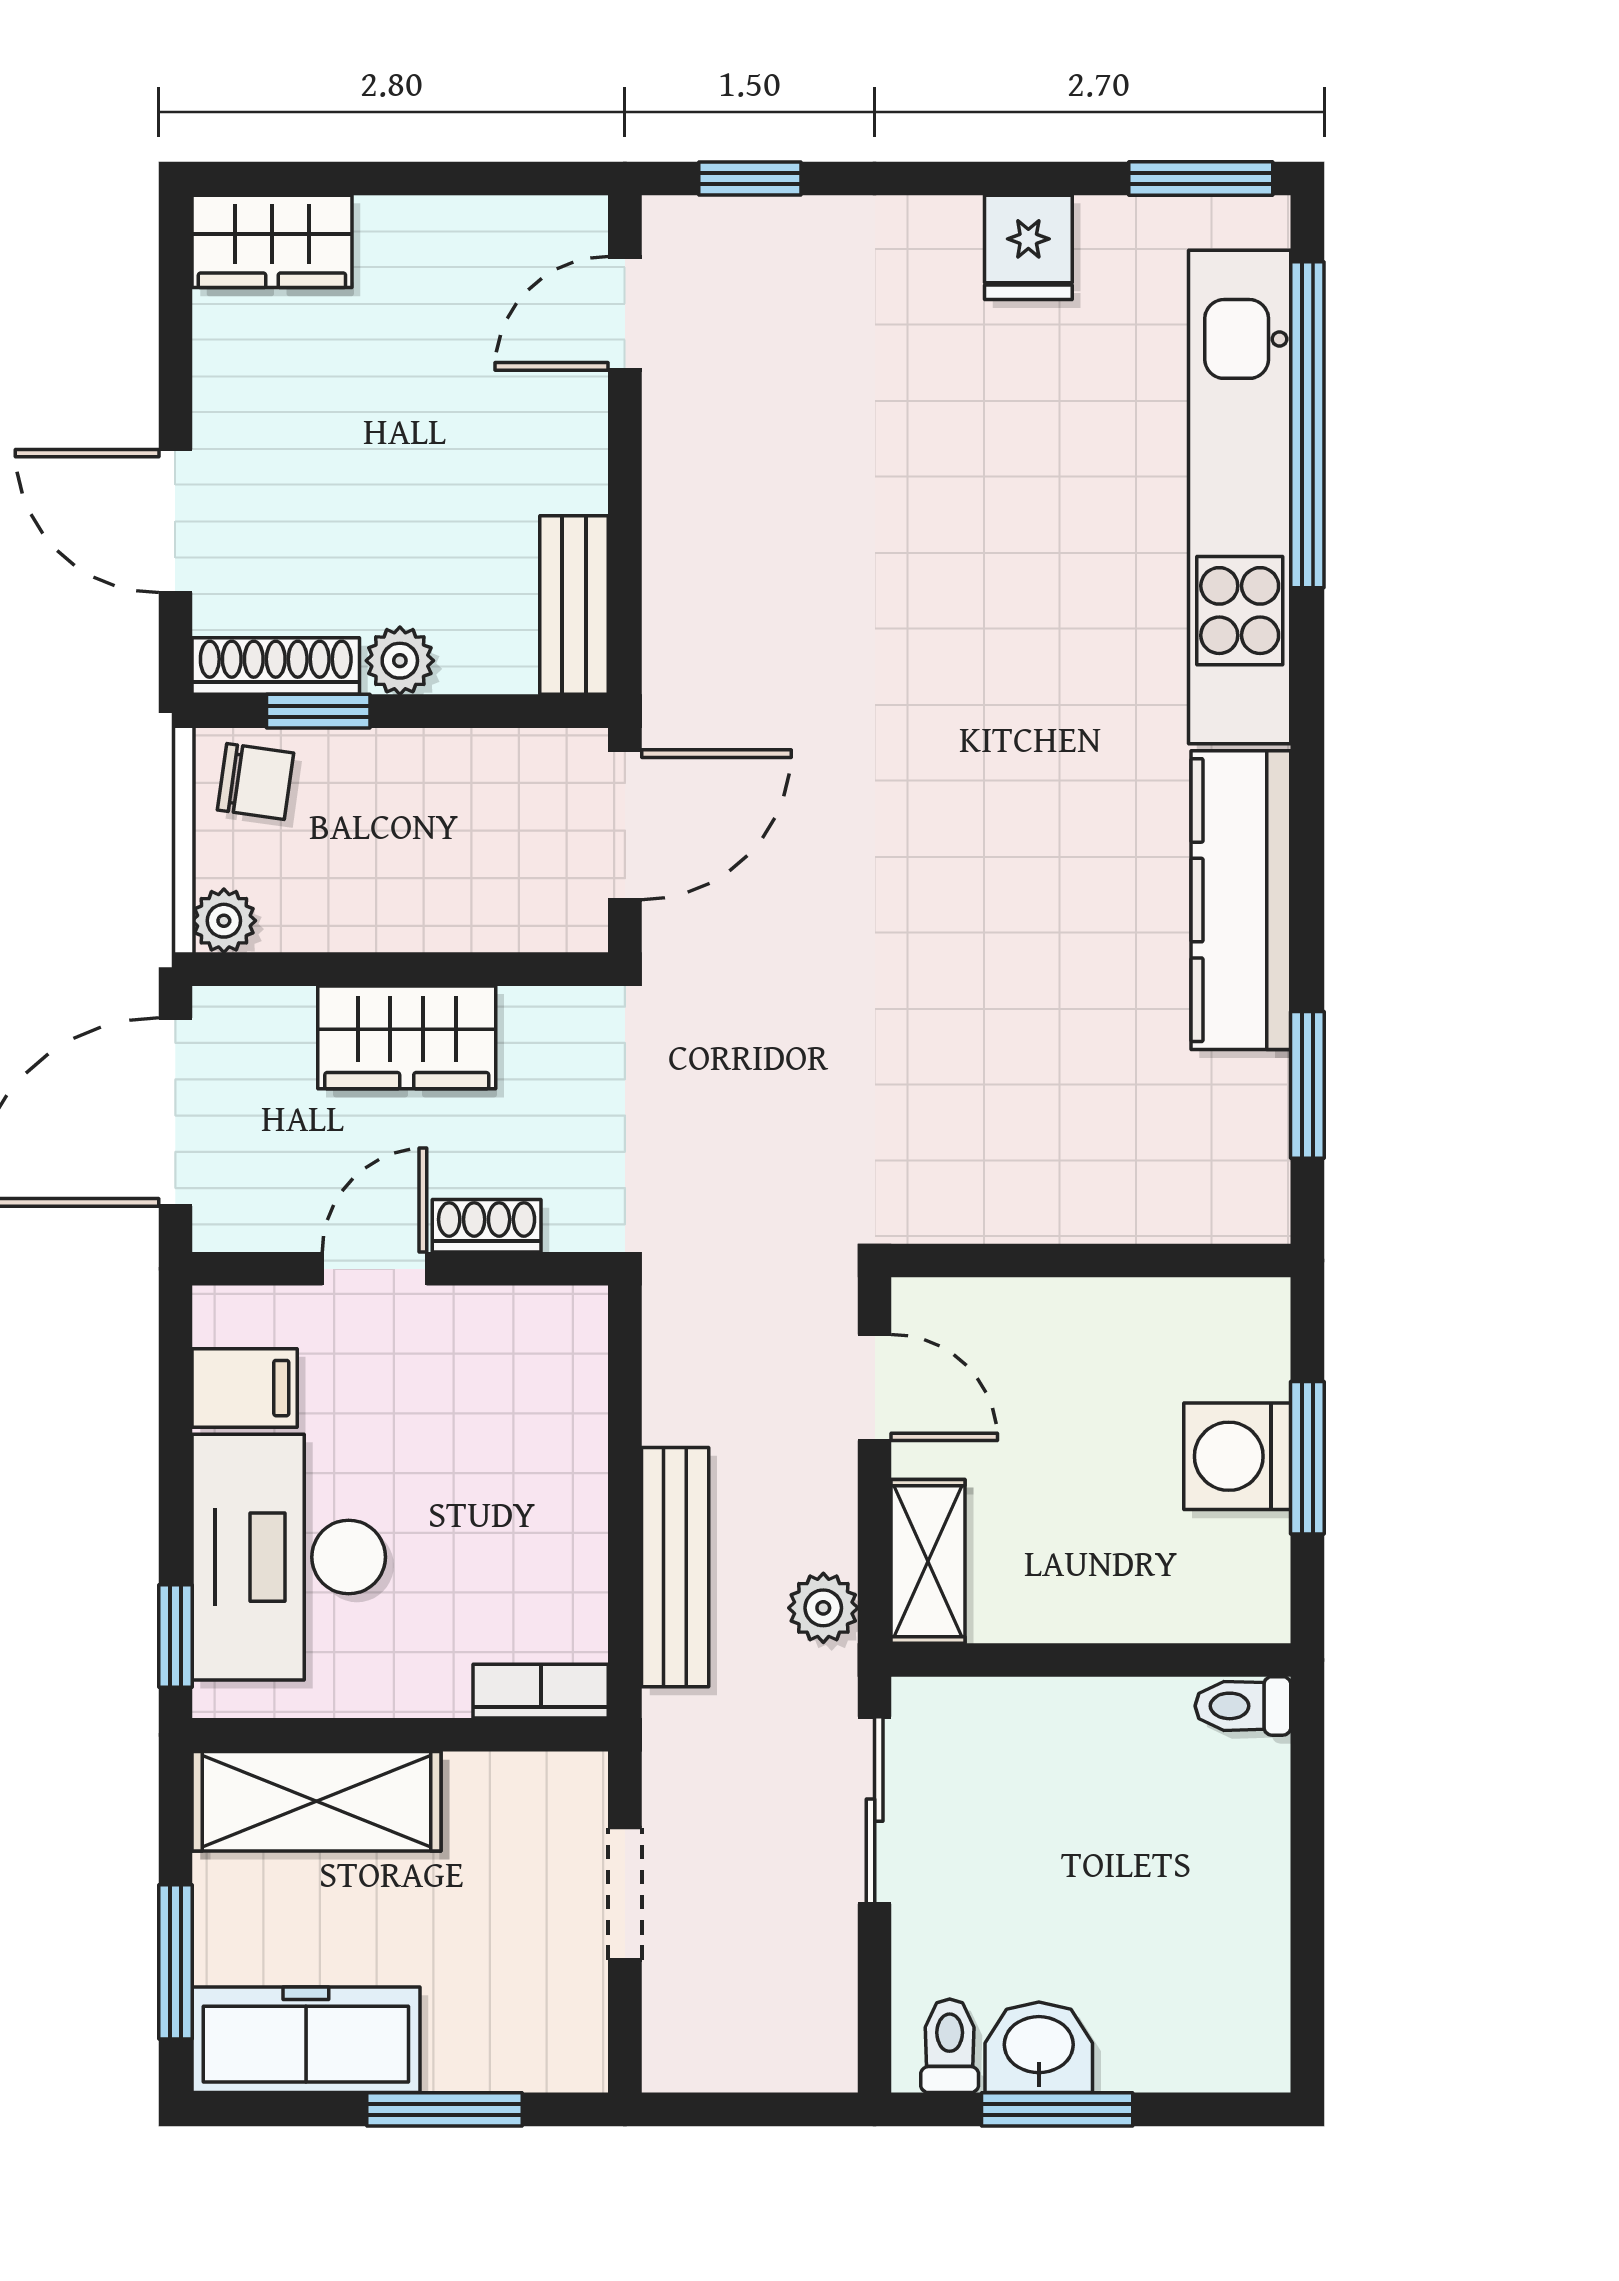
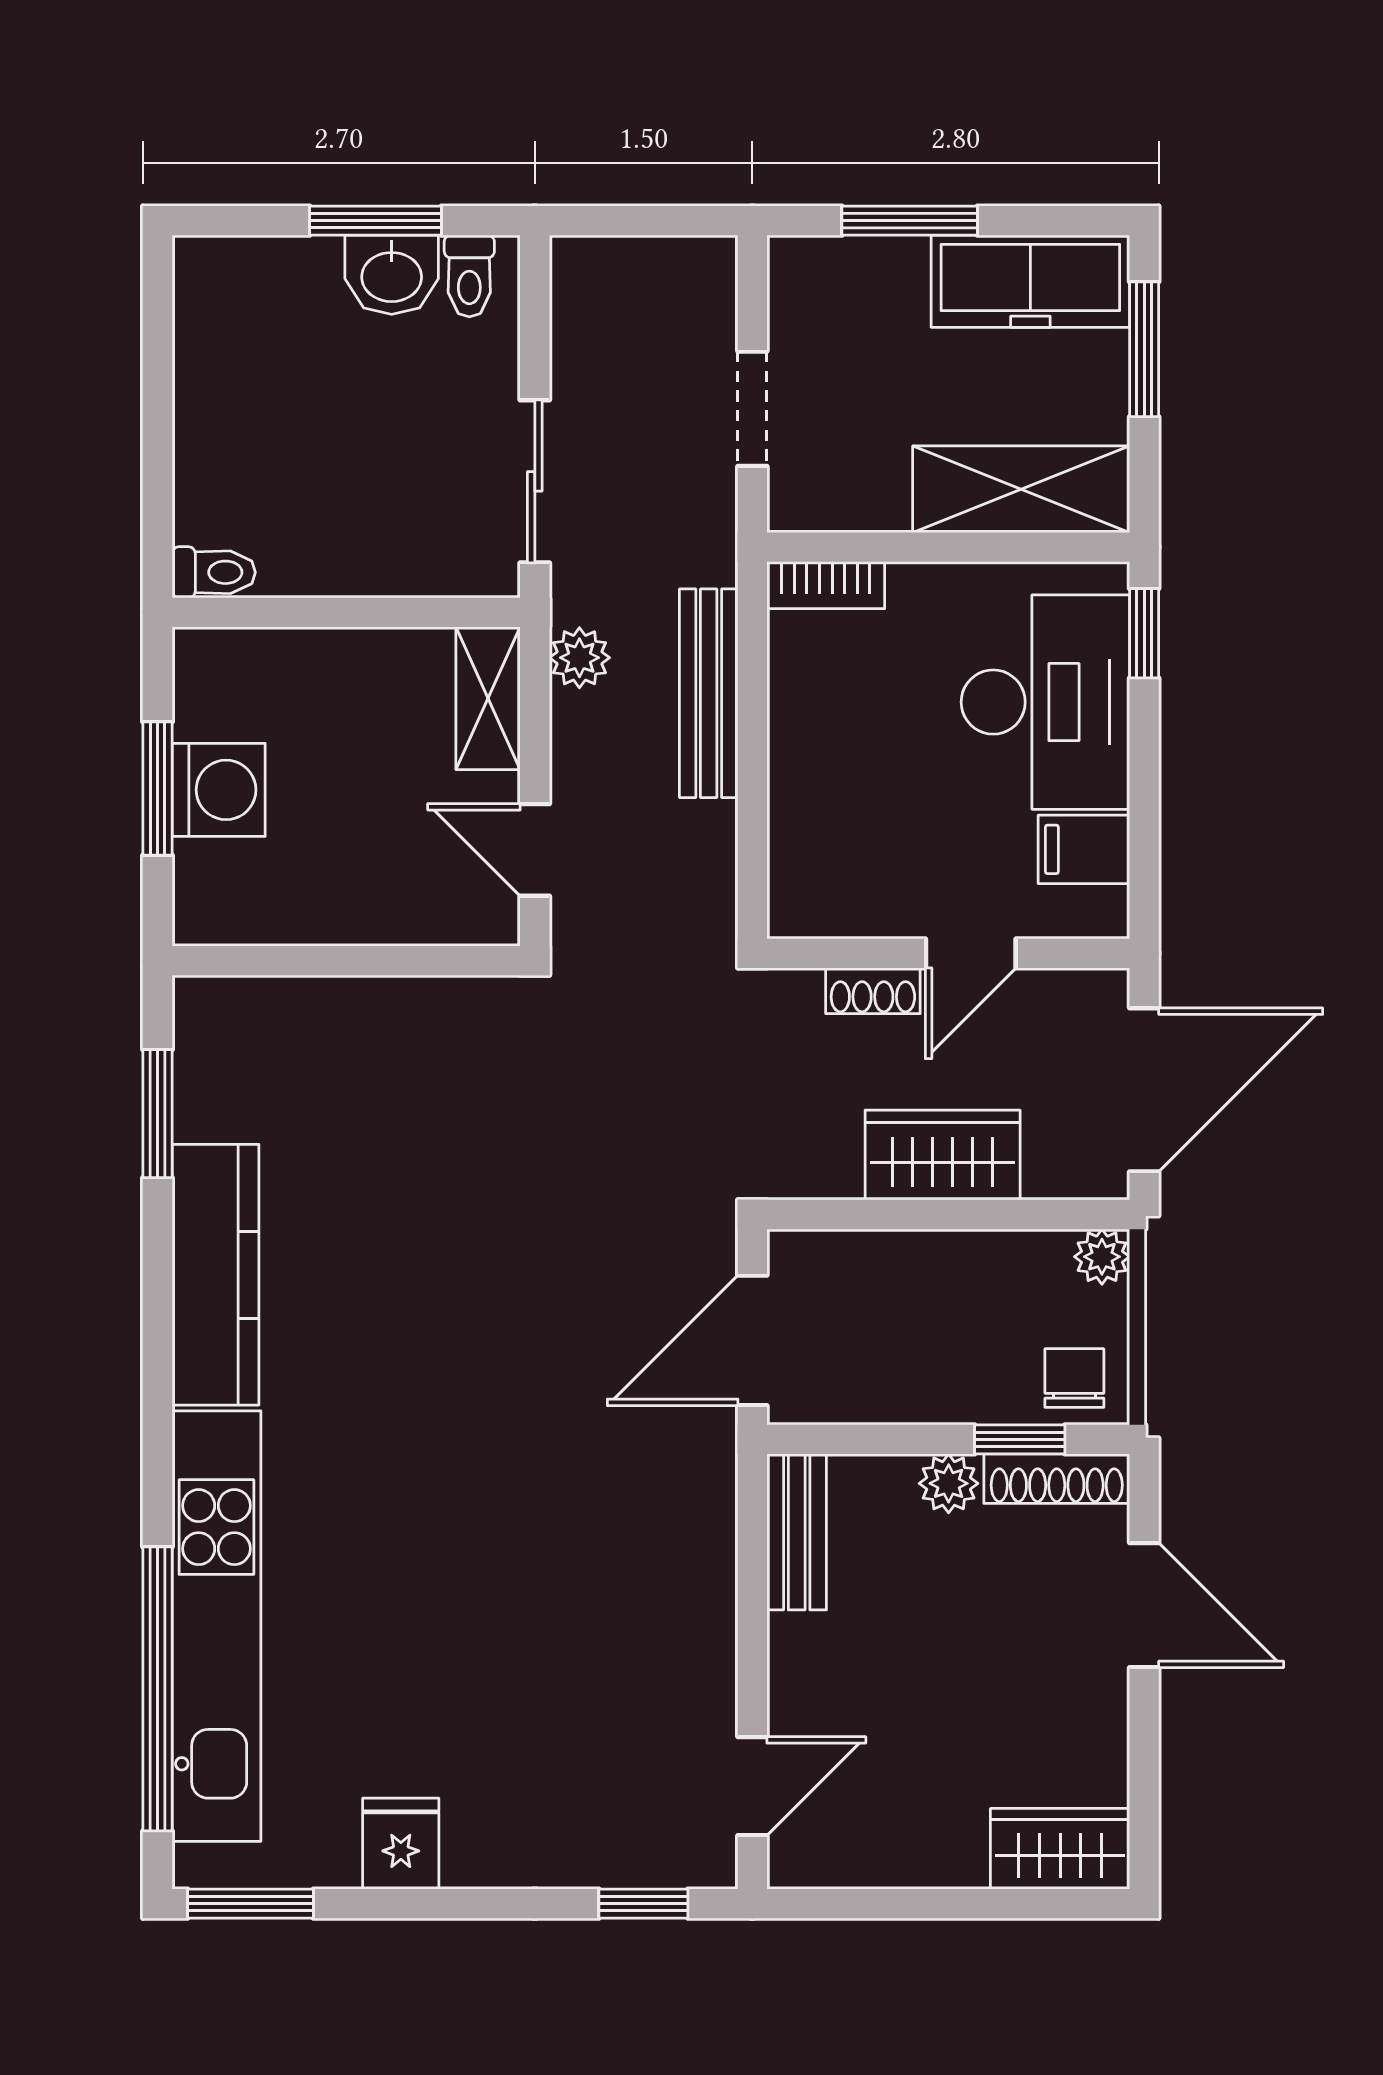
chair: (256, 781) -> (1074, 1378), turned 82

